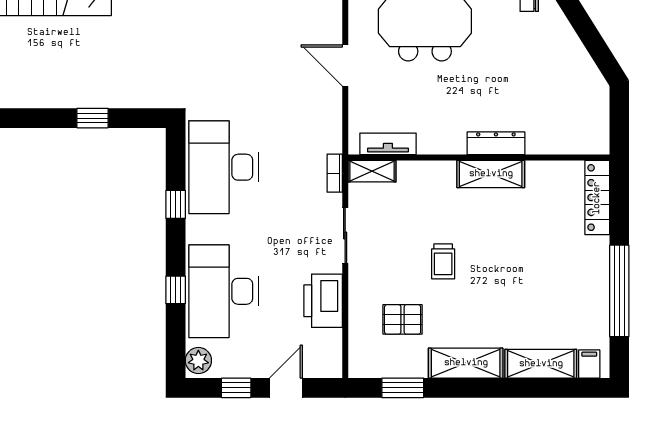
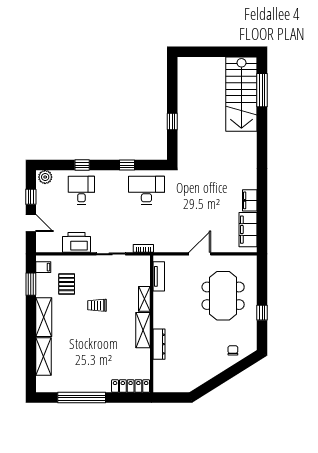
dresser: (496, 143) -> (159, 344), moved
desk: (224, 167) -> (146, 190), width x0.73, depth x0.77
shelving: (372, 171) -> (144, 299), moved
desk: (224, 291) -> (81, 190), width x0.53, depth x0.77
filing cabinet: (589, 364) -> (43, 267), moved

